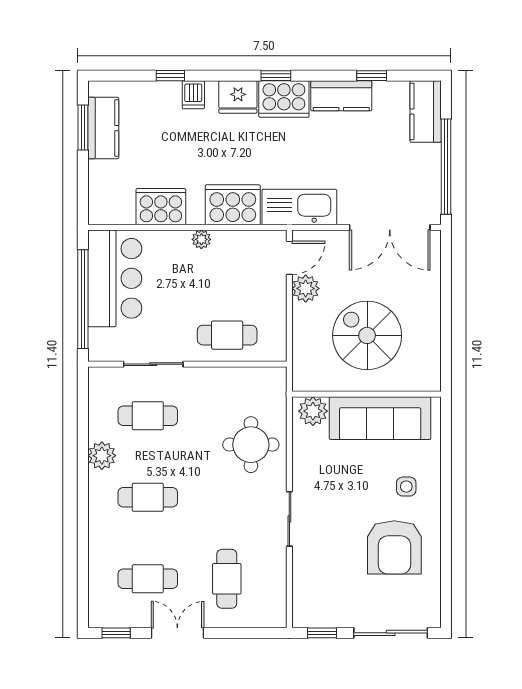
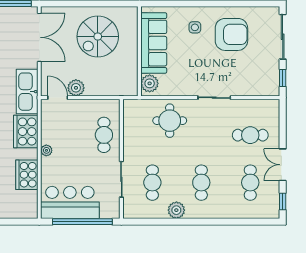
spiral stairs: (367, 335) -> (98, 37), moved

